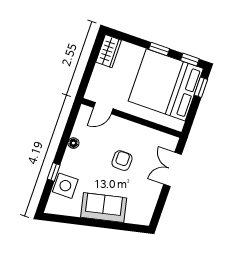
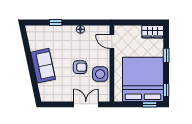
window: (159, 49) -> (166, 55), moved
side table: (65, 186) -> (100, 74), moved

